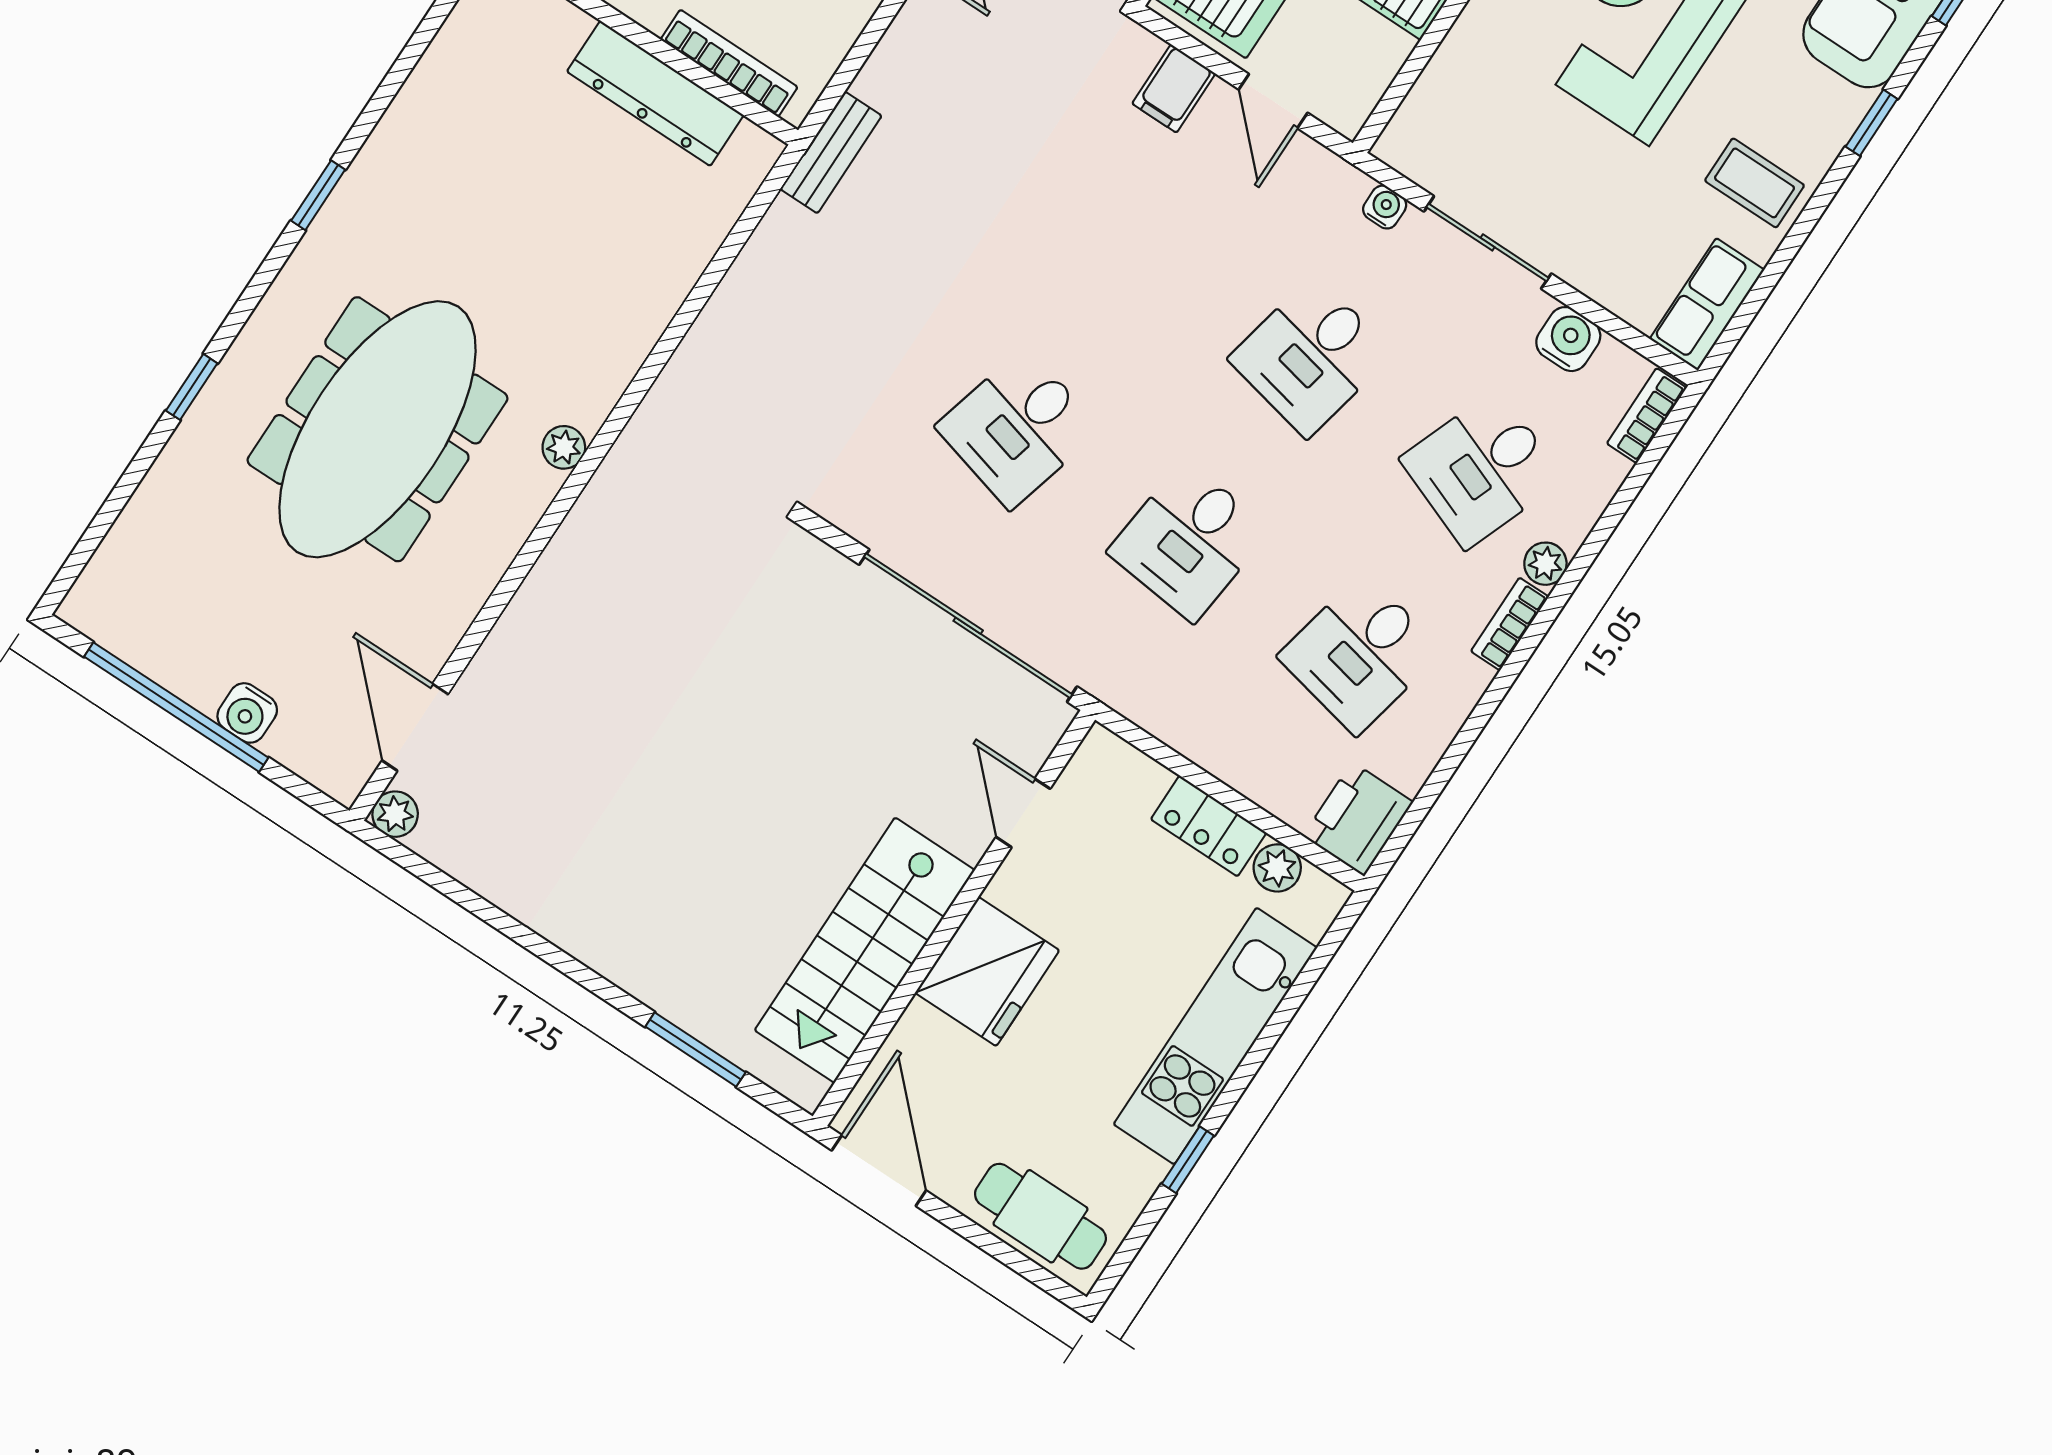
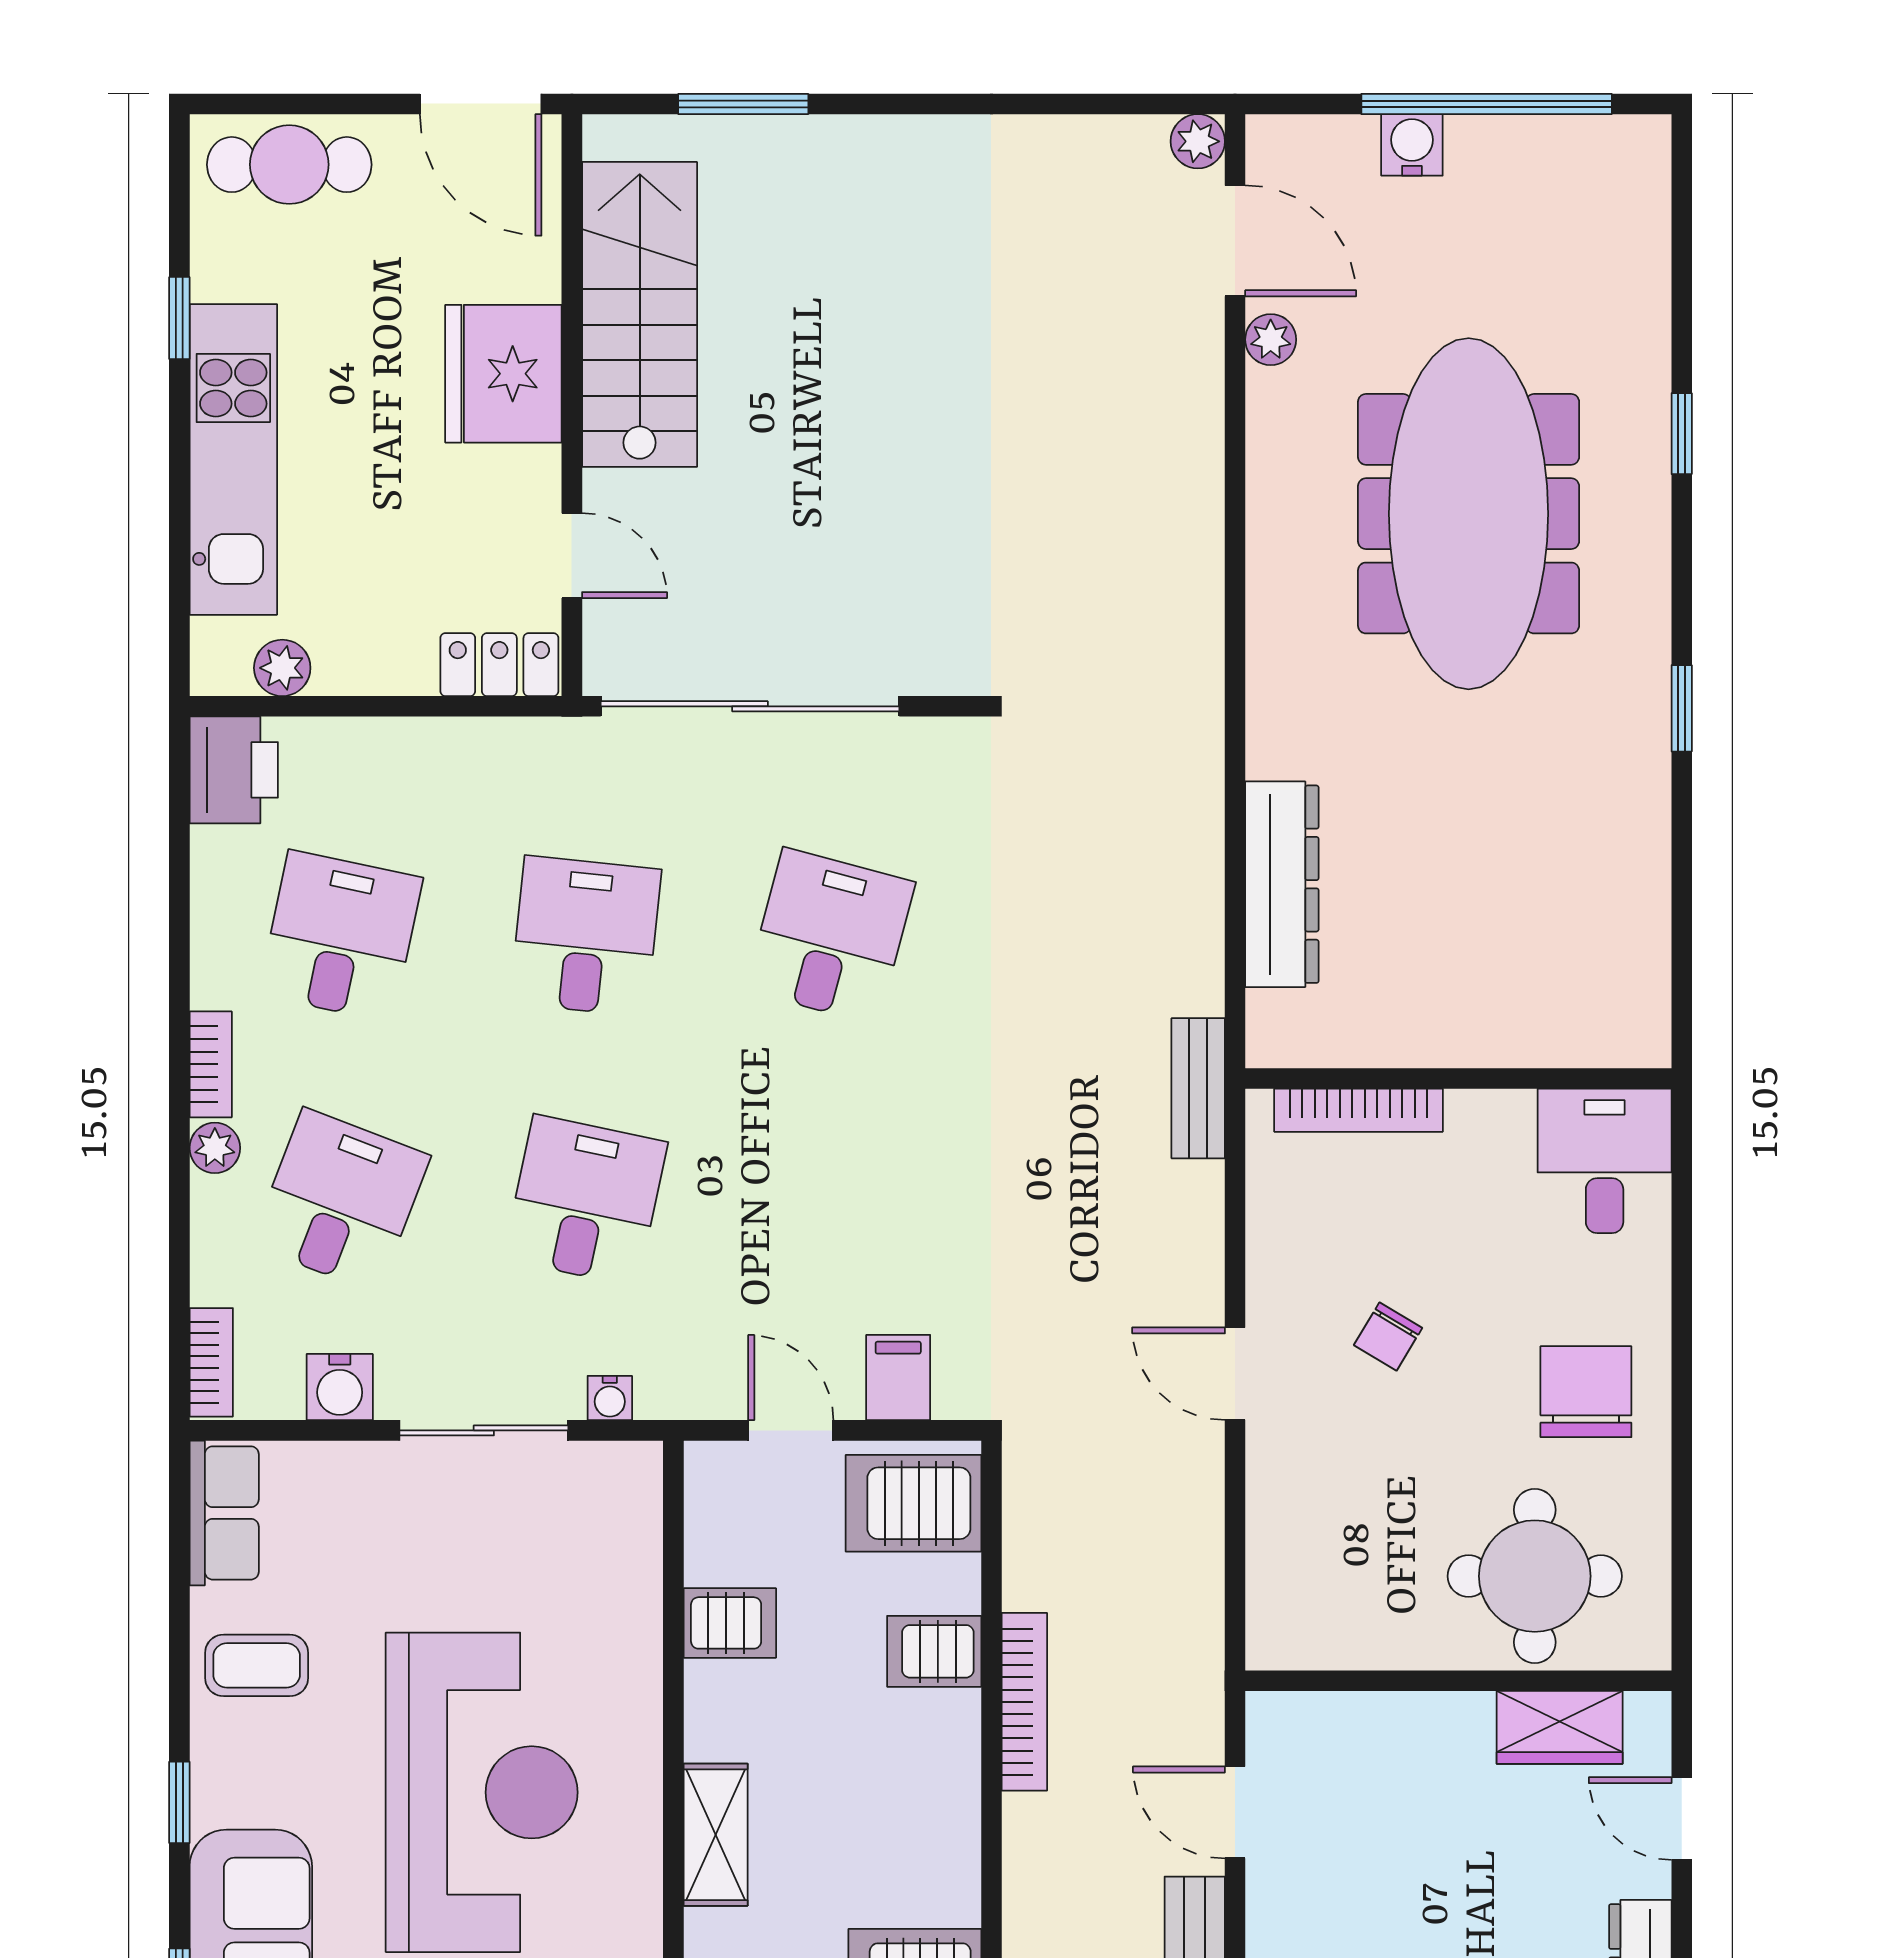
dresser: (655, 93) -> (1282, 884), moved, turned 90
plant: (564, 447) -> (1271, 340), moved
locker: (1209, 826) -> (499, 665), moved

